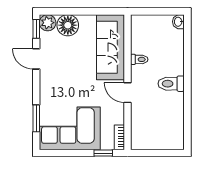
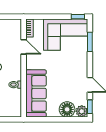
door: (128, 93) -> (24, 47), moved
window: (103, 153) -> (78, 17), moved

